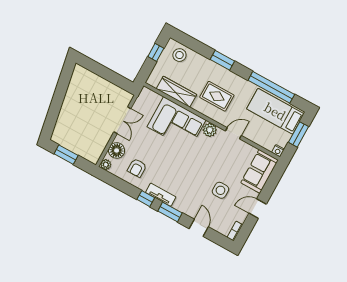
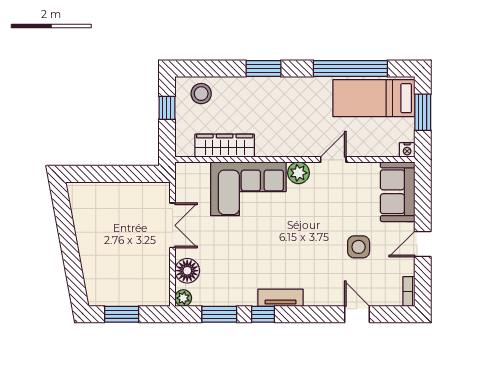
rug: (217, 96) -> (283, 122), removed
armchair: (137, 168) -> (228, 279), removed
window: (170, 212) -> (219, 314), moved

